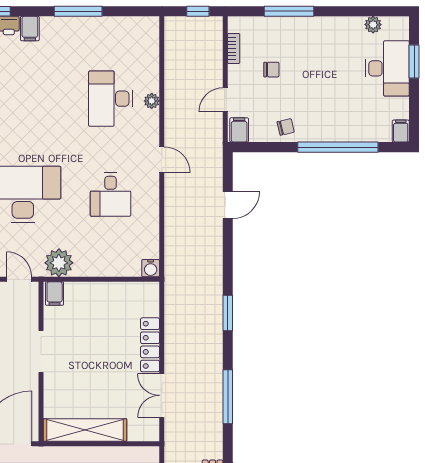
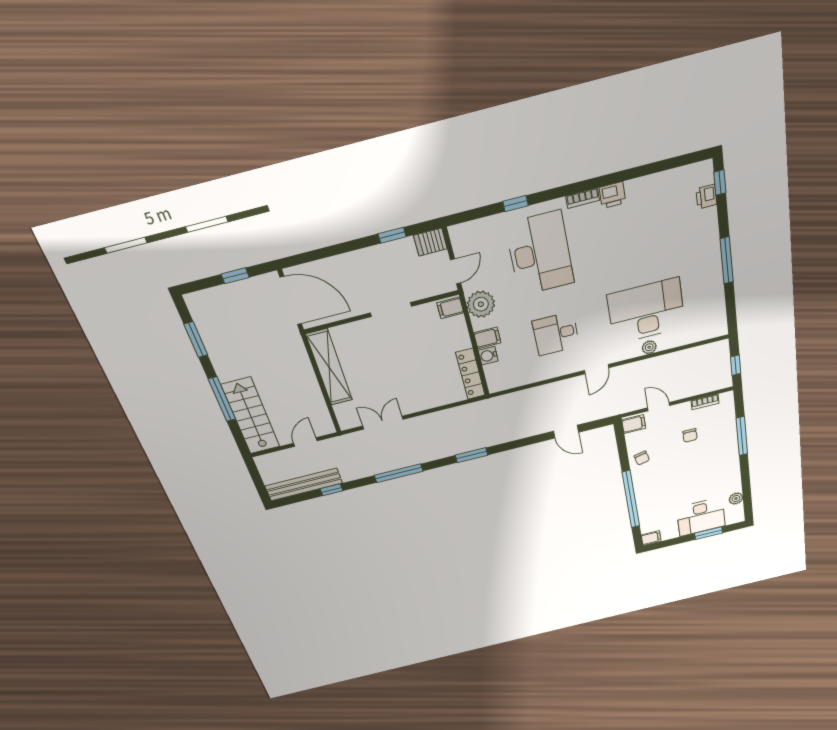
filing cabinet: (30, 29) -> (487, 338), moved, turned 180
desk: (110, 99) -> (646, 311), width x1.36, depth x1.30
water cooler: (151, 268) -> (488, 356), moved
locker: (150, 345) -> (470, 374), moved, turned -90

